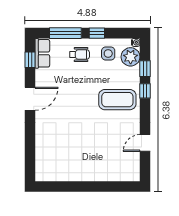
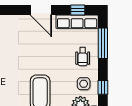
window: (97, 33) -> (103, 87), moved
row of seats: (42, 53) -> (77, 22), width x1.48

